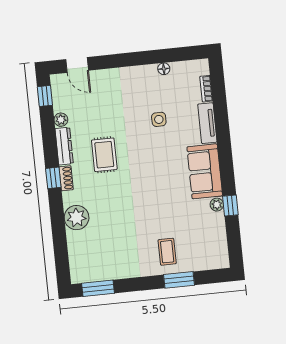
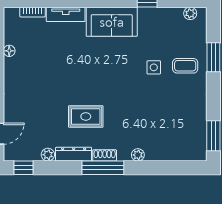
side table: (159, 119) -> (154, 67), moved
window: (53, 178) -> (103, 168), width x2.17
plant: (217, 205) -> (190, 13), moved
plant: (77, 218) -> (138, 155), width x0.53, depth x0.53

